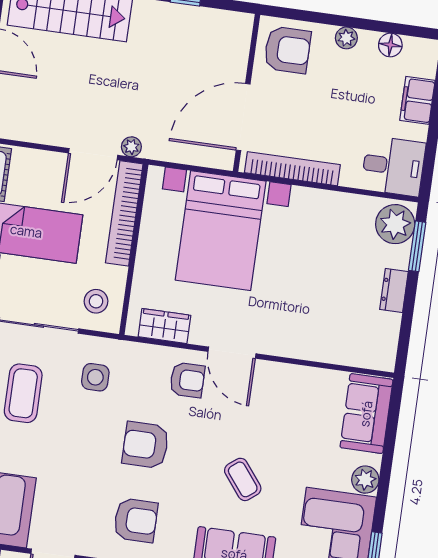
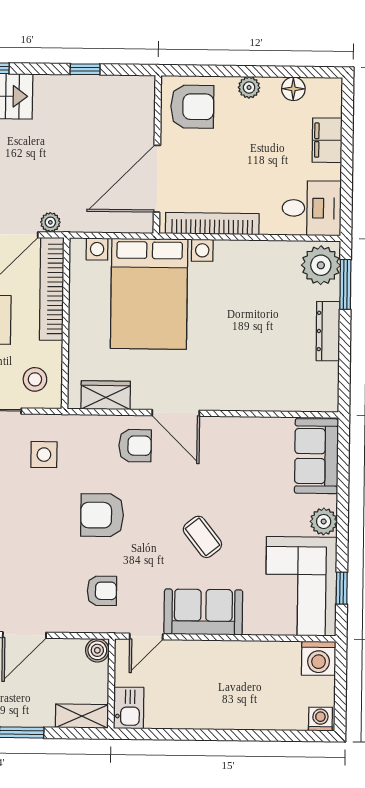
dresser: (394, 291) -> (328, 331), width x1.44
armchair: (136, 520) -> (102, 591), width x0.72, depth x0.72

